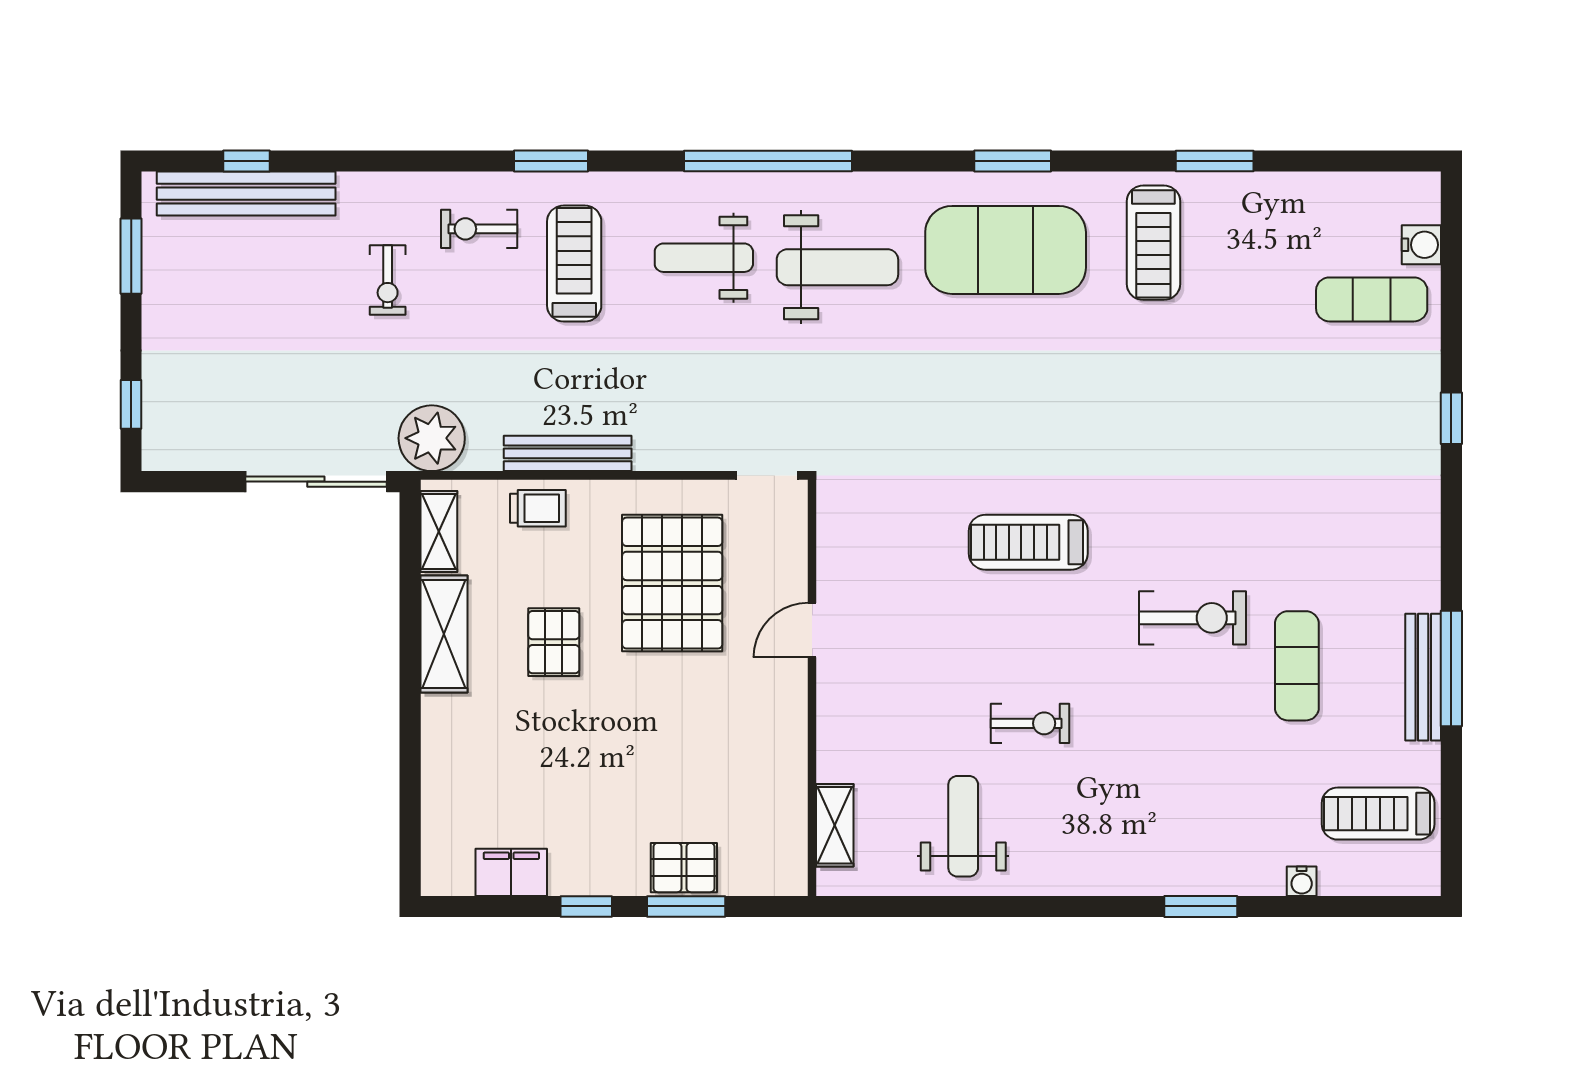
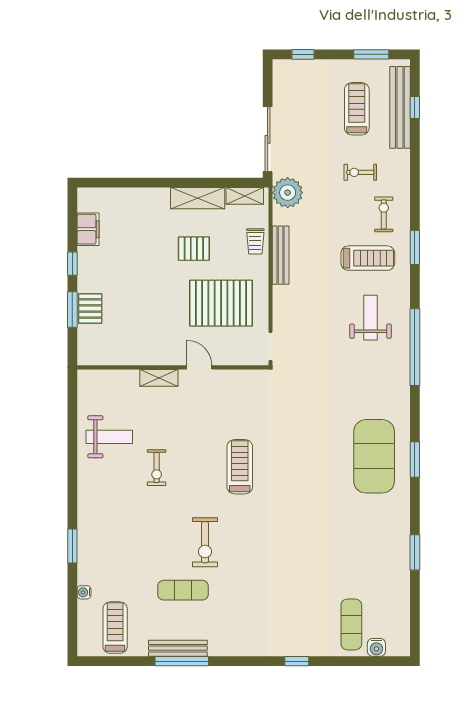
treadmill: (1153, 243) -> (357, 109), moved, turned 90
weight bench: (837, 267) -> (366, 379), removed
shelving: (835, 825) -> (159, 378), moved

